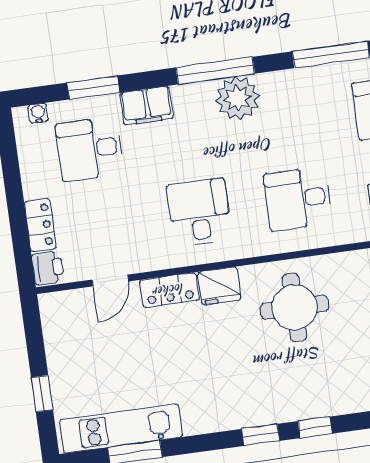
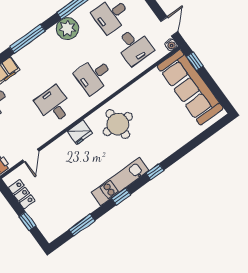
plant: (238, 98) -> (67, 29), moved
locker: (169, 290) -> (22, 194), moved, turned -90
kitchen unit: (121, 429) -> (120, 181), moved
window: (261, 435) -> (121, 196), moved

